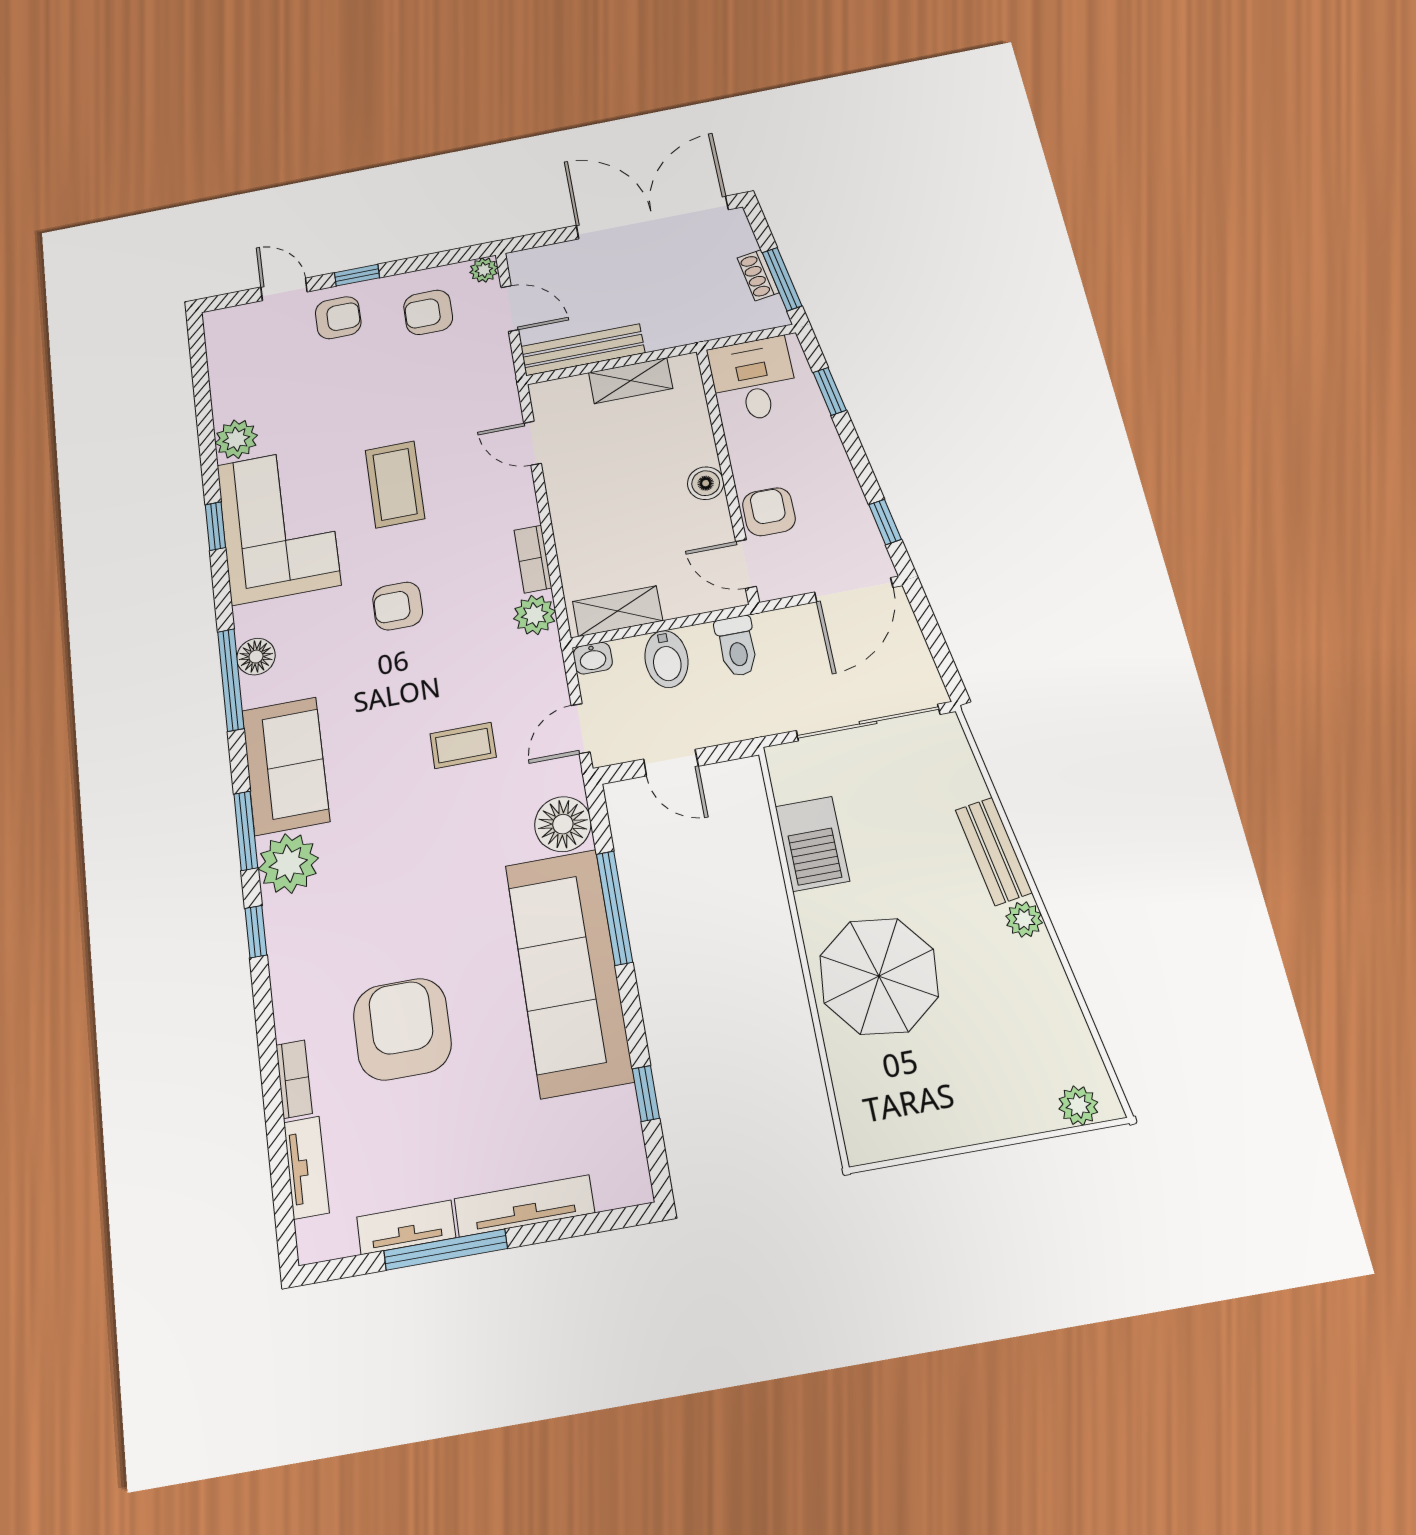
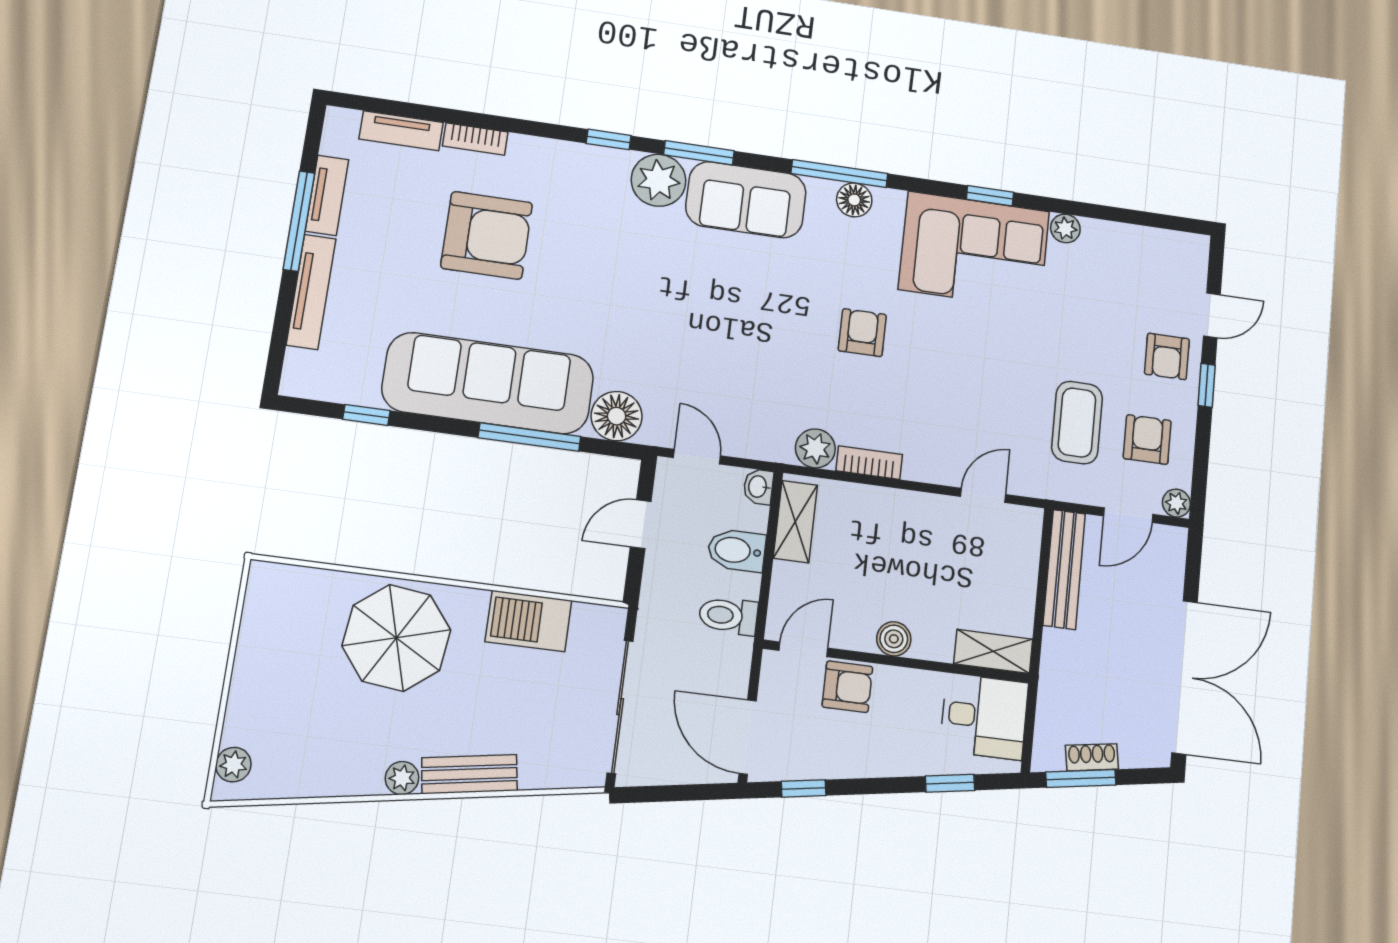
shelving: (631, 381) -> (993, 651), moved, turned 90
plant: (236, 439) -> (1065, 228), width x0.73, depth x0.73
coffee table: (395, 484) -> (1077, 422), moved, turned 90
coffee table: (463, 745) -> (715, 353), removed

